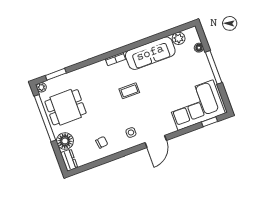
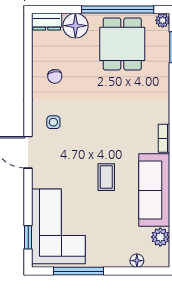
window: (214, 67) -> (78, 271), moved
coffee table: (129, 91) -> (106, 177), moved

